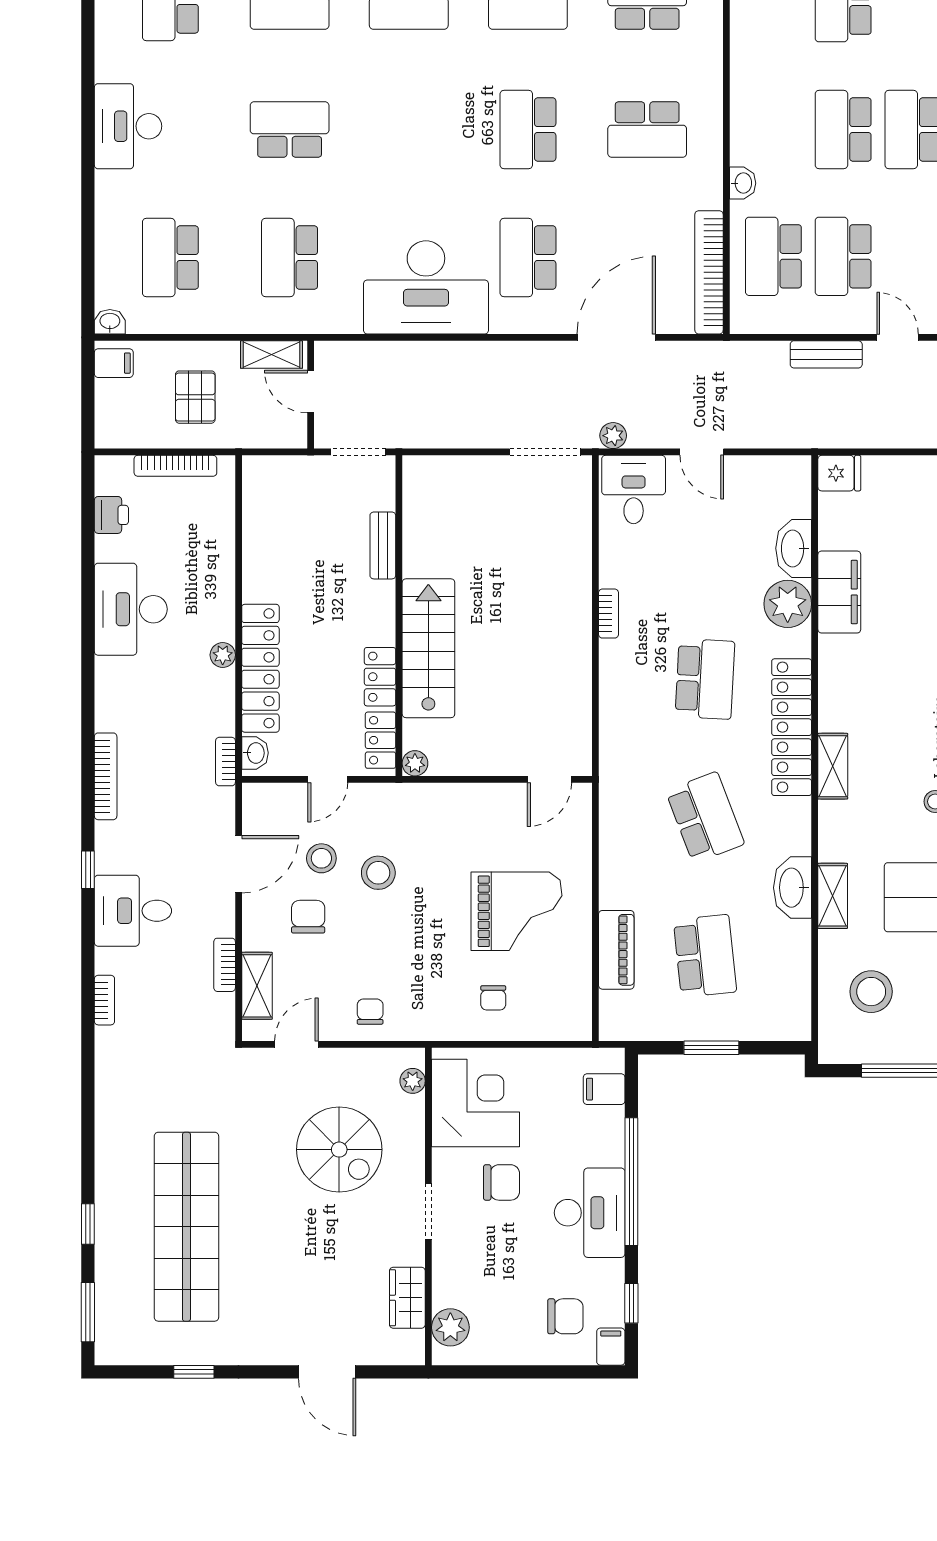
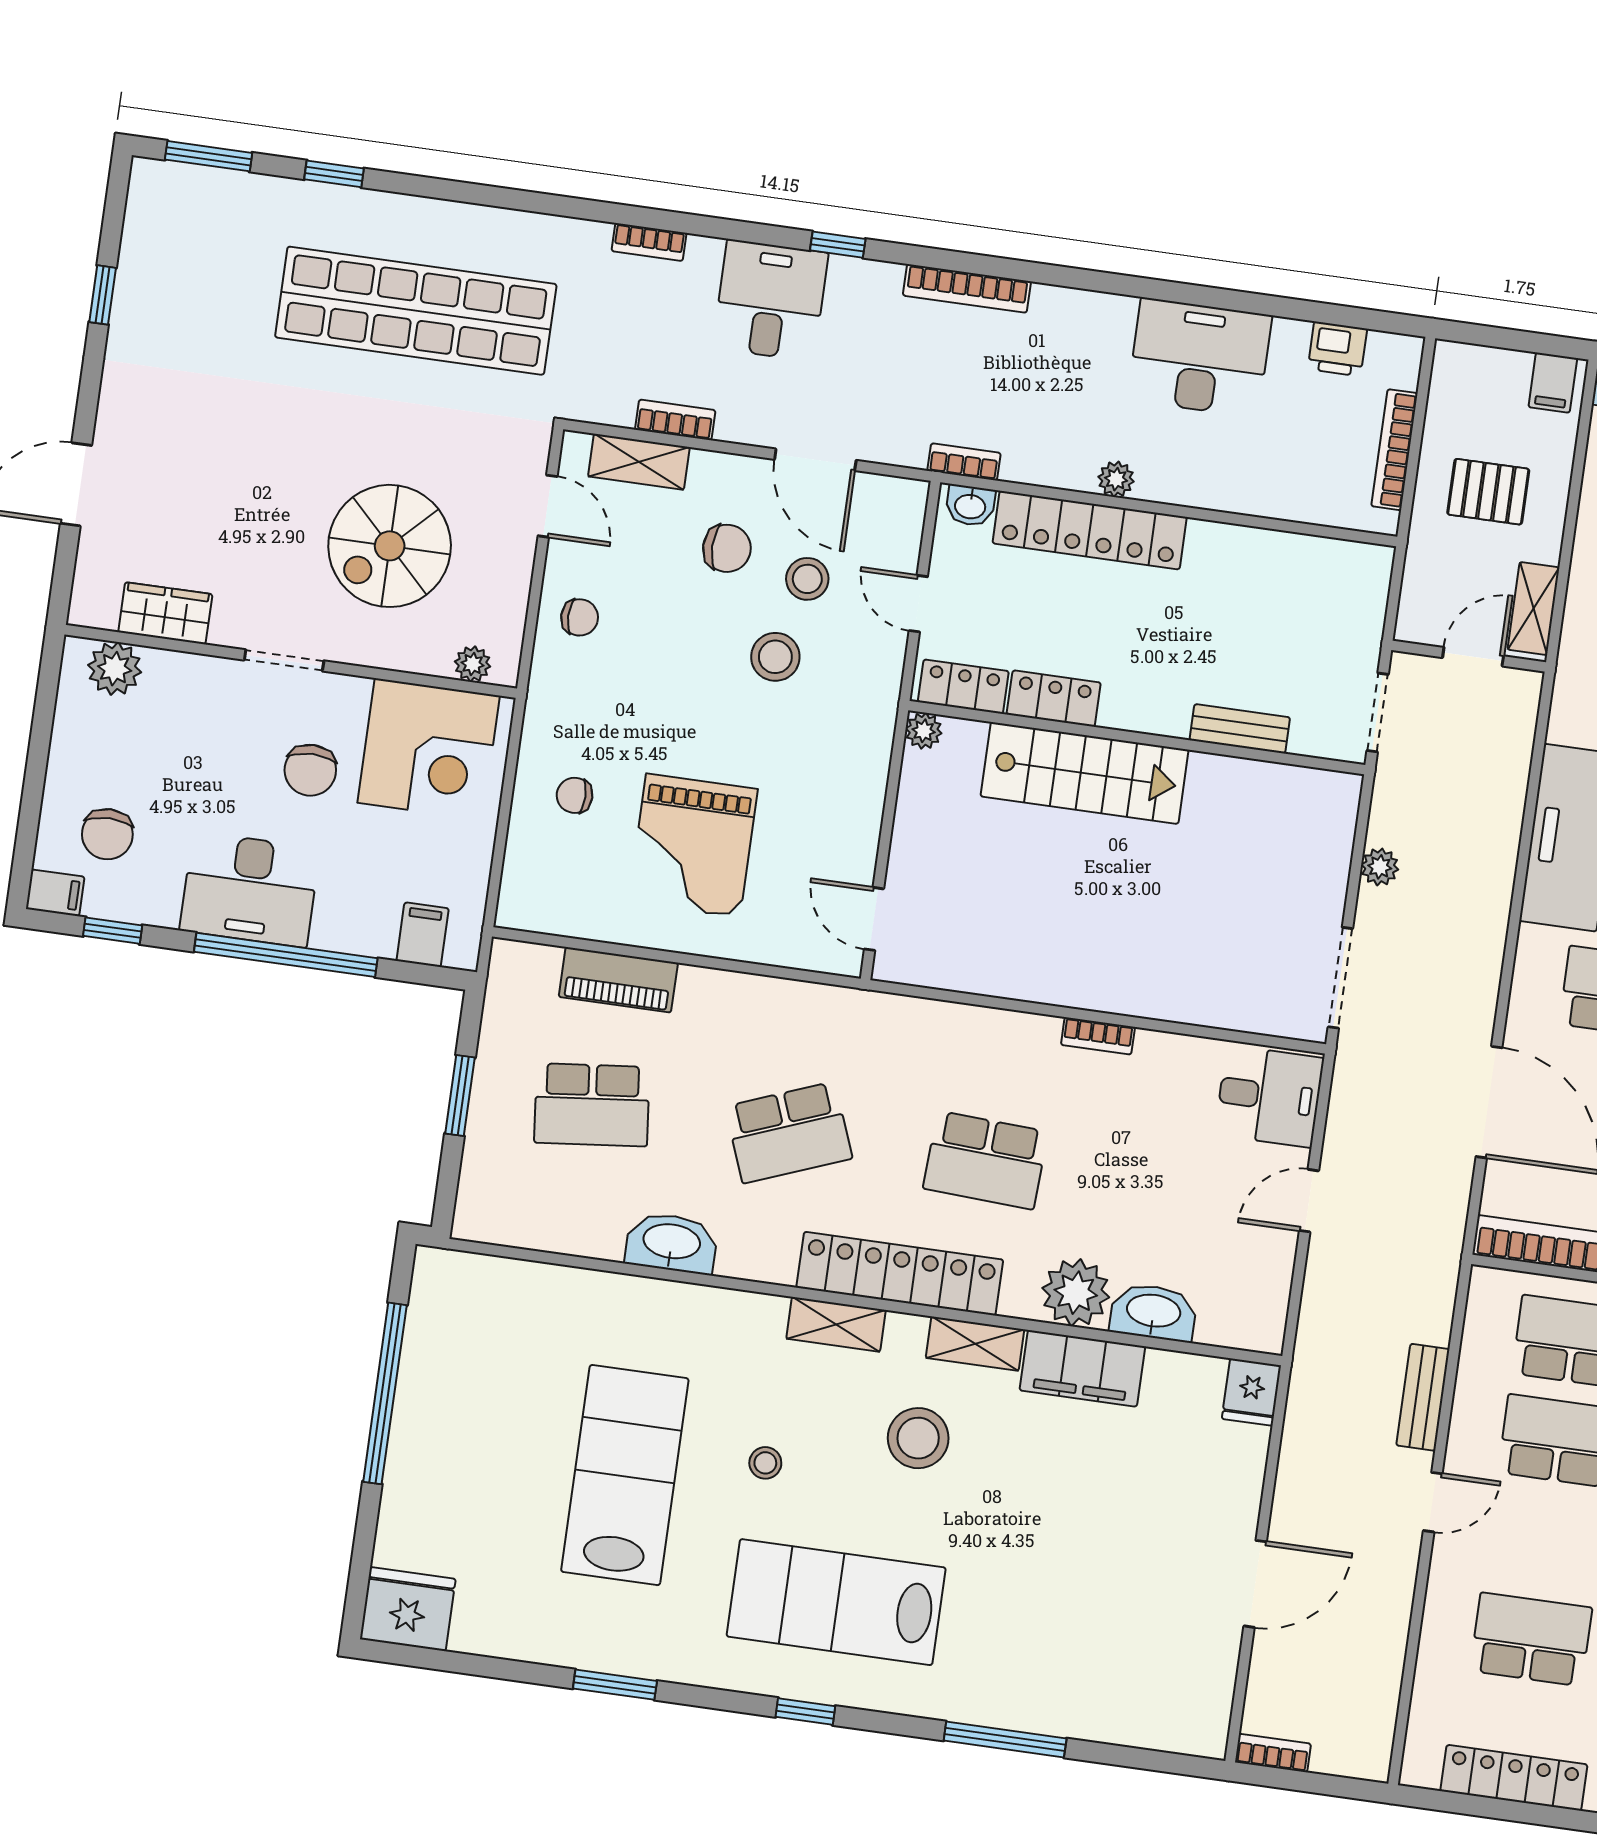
plant: (613, 436) -> (1380, 867), moved
shelving: (833, 896) -> (975, 1344), moved
stool: (871, 992) -> (918, 1438), moved
shop shelf: (186, 1227) -> (416, 311), moved

